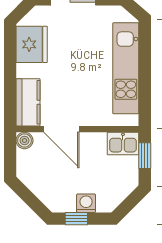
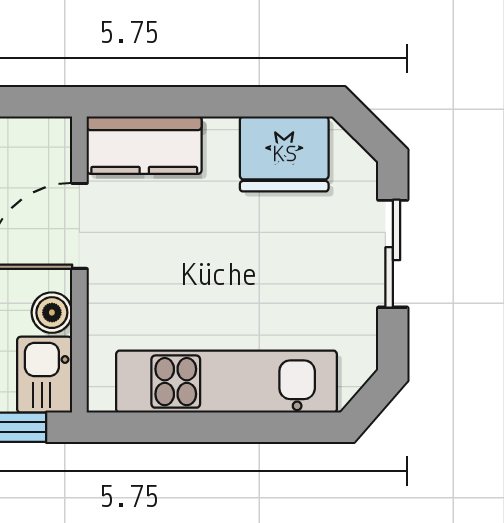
boiler: (24, 140) -> (52, 313), moved

